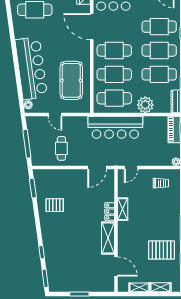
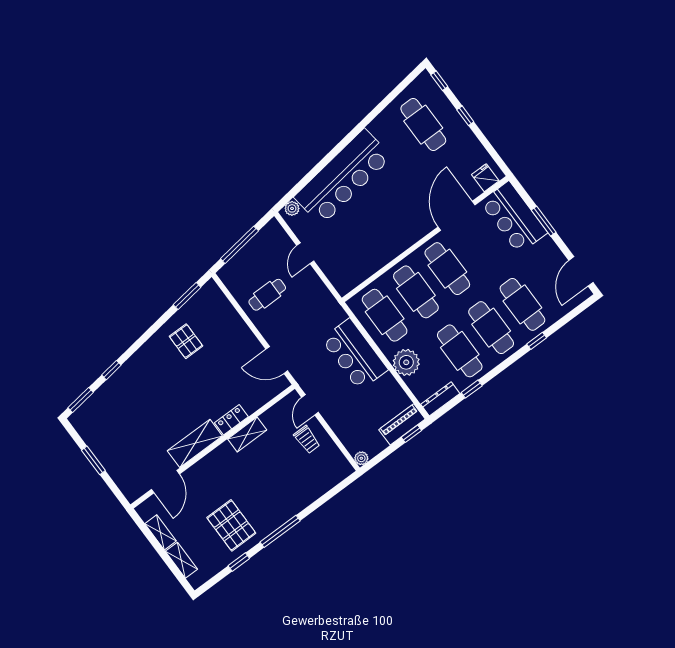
pool table: (71, 80) -> (366, 241), removed
bar counter: (115, 127) -> (355, 354), width x0.73
door: (131, 167) -> (310, 405), hinge flipped
trolley: (161, 183) -> (307, 440), moved

